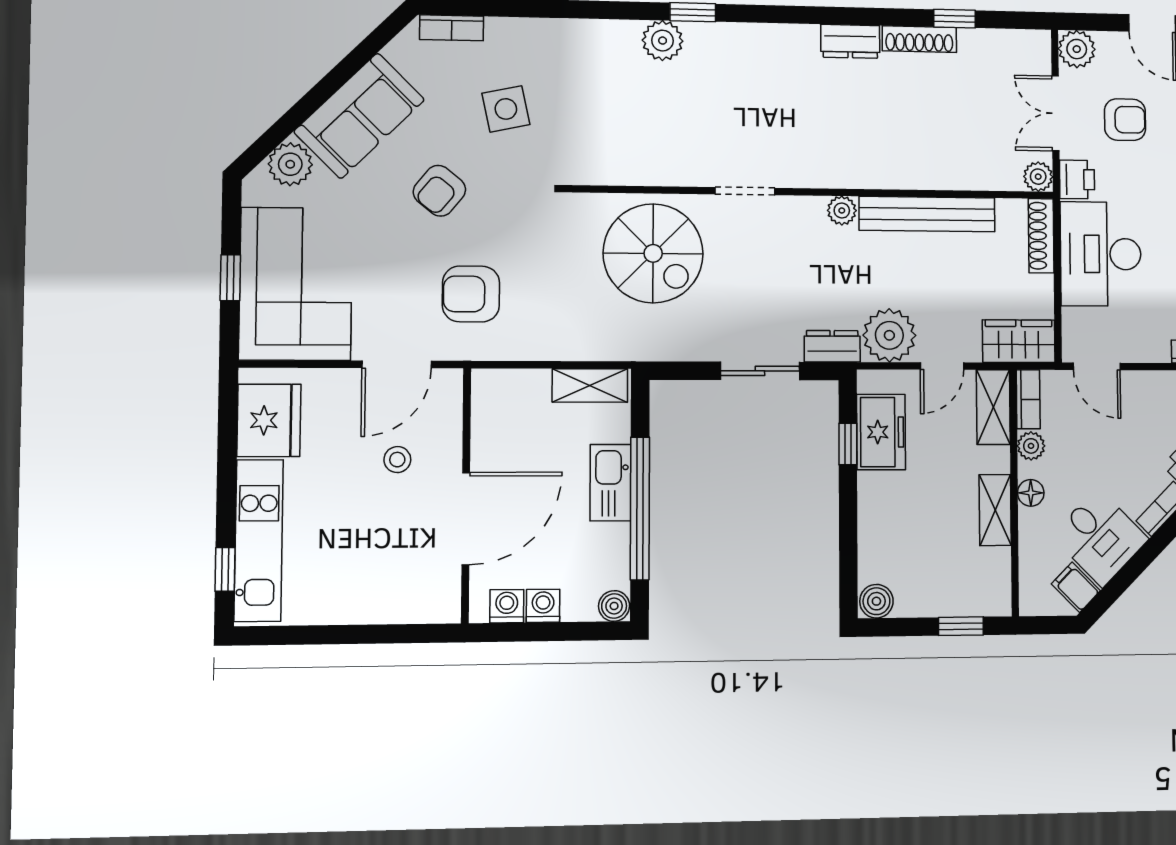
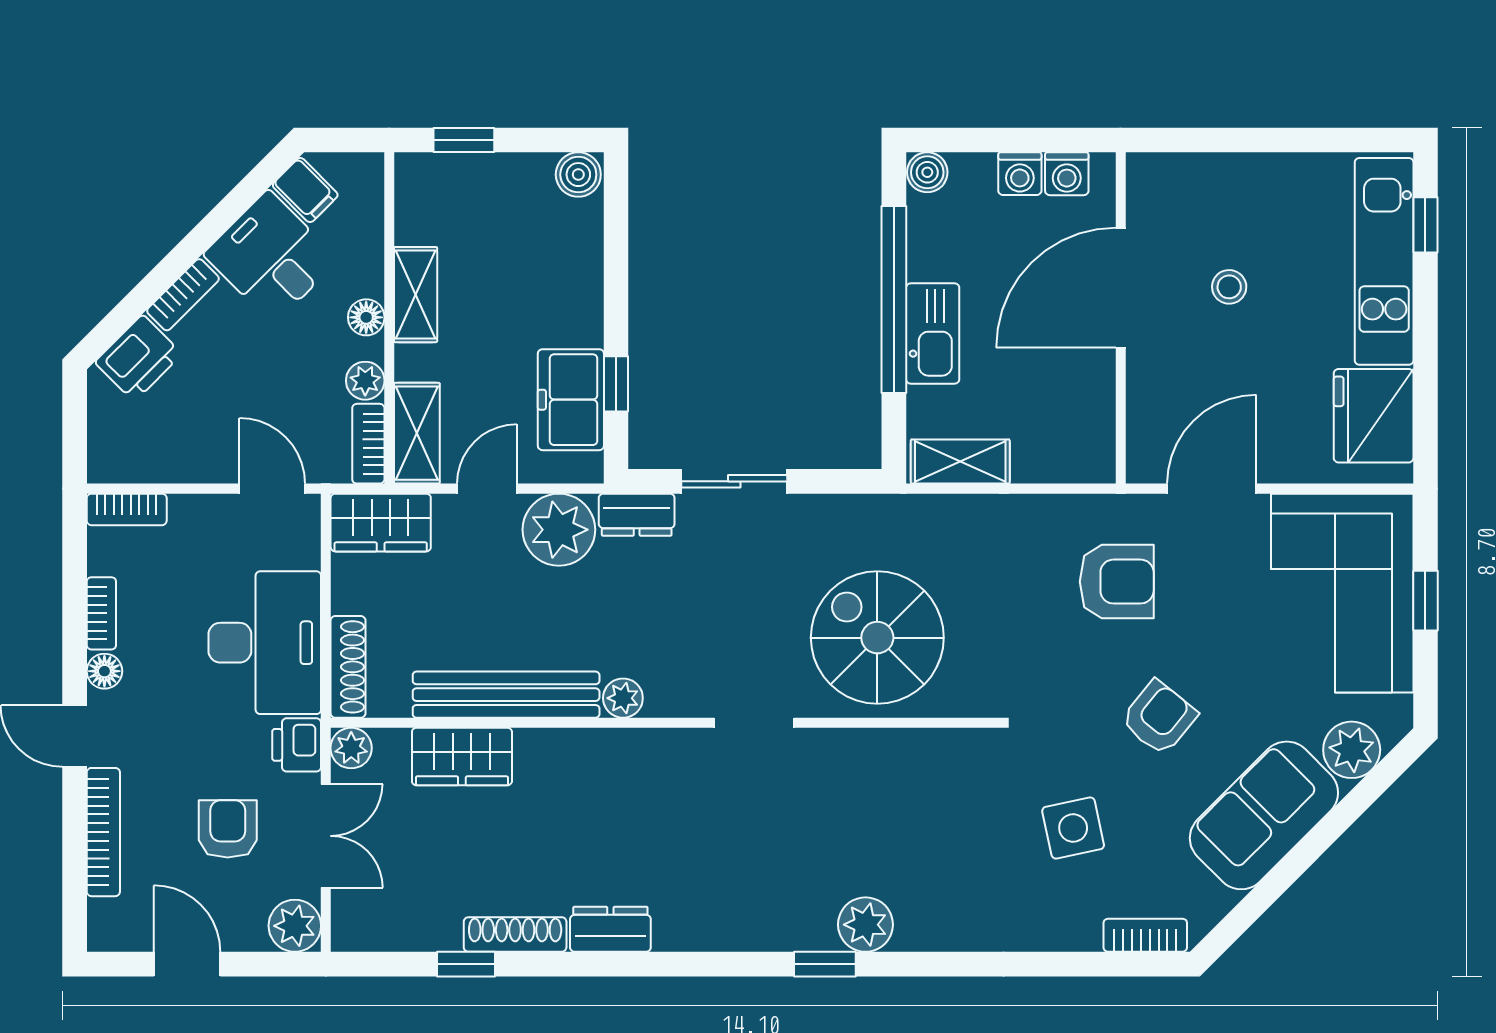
armchair: (1125, 120) -> (228, 829), turned 90
wardrobe: (959, 169) -> (462, 757), added
stool: (397, 460) -> (1229, 287), moved

